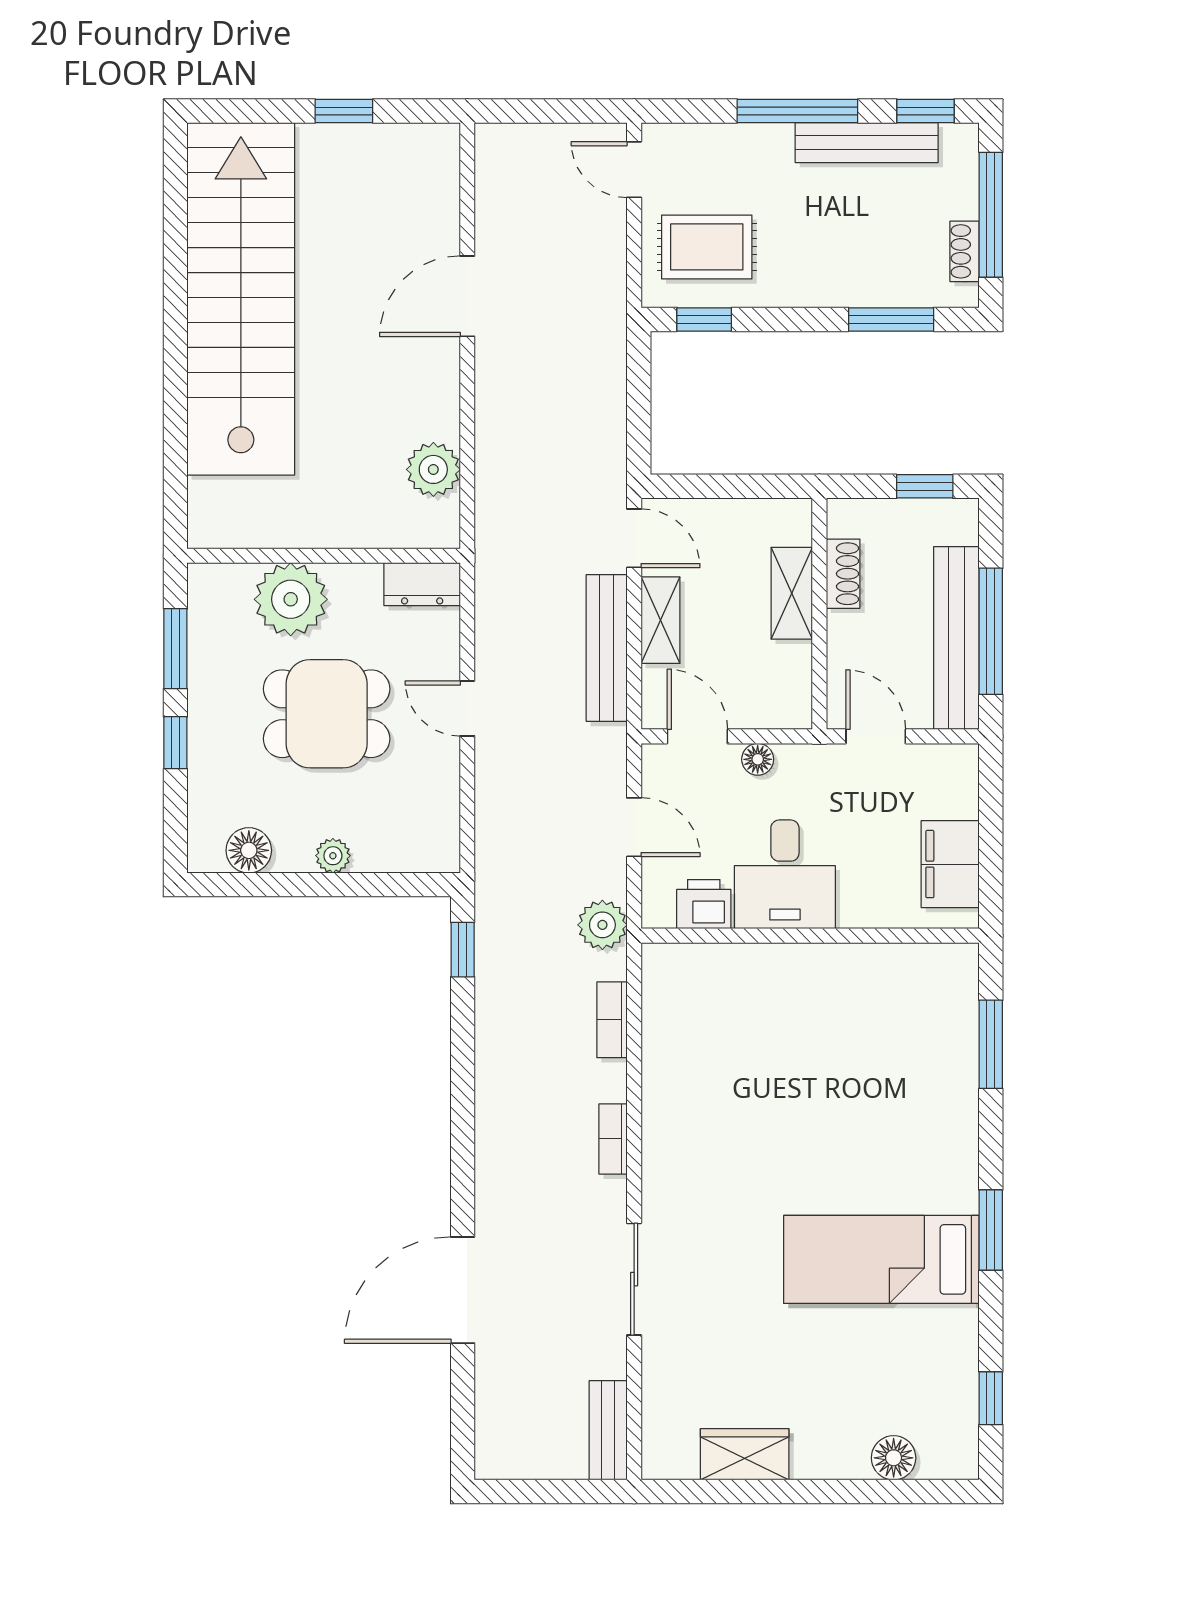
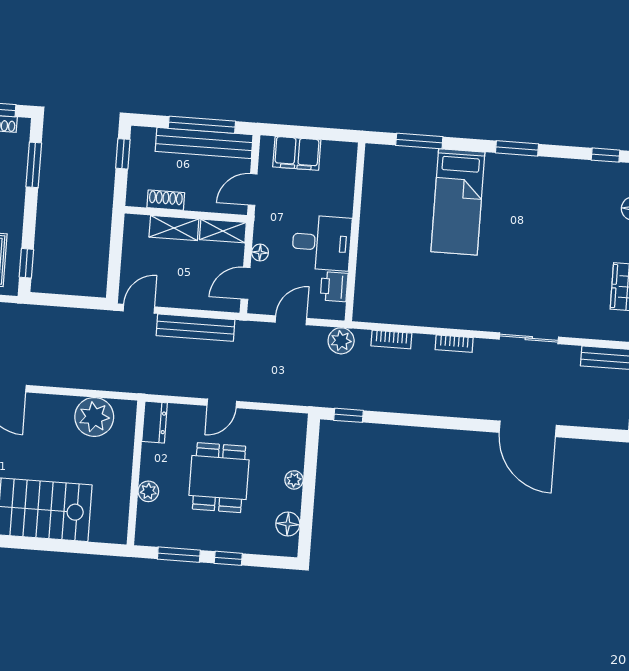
plant: (433, 469) -> (94, 417), width x1.36, depth x1.36
plant: (291, 599) -> (148, 491), width x0.53, depth x0.53
shelving: (660, 620) -> (223, 231), moved
filing cabinet: (950, 864) -> (297, 153), moved
bed: (881, 1259) -> (458, 202), moved

